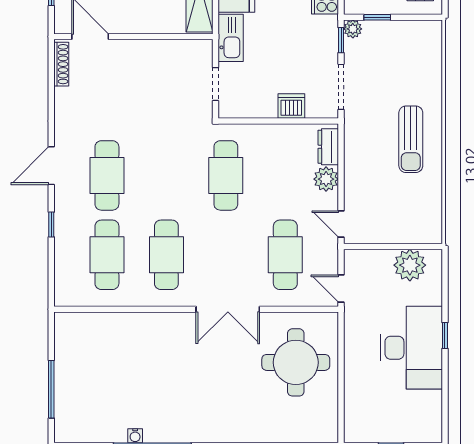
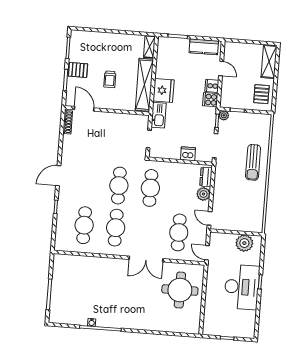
sun lounger: (411, 139) -> (253, 162), moved
cafe table: (107, 175) -> (119, 186), moved

